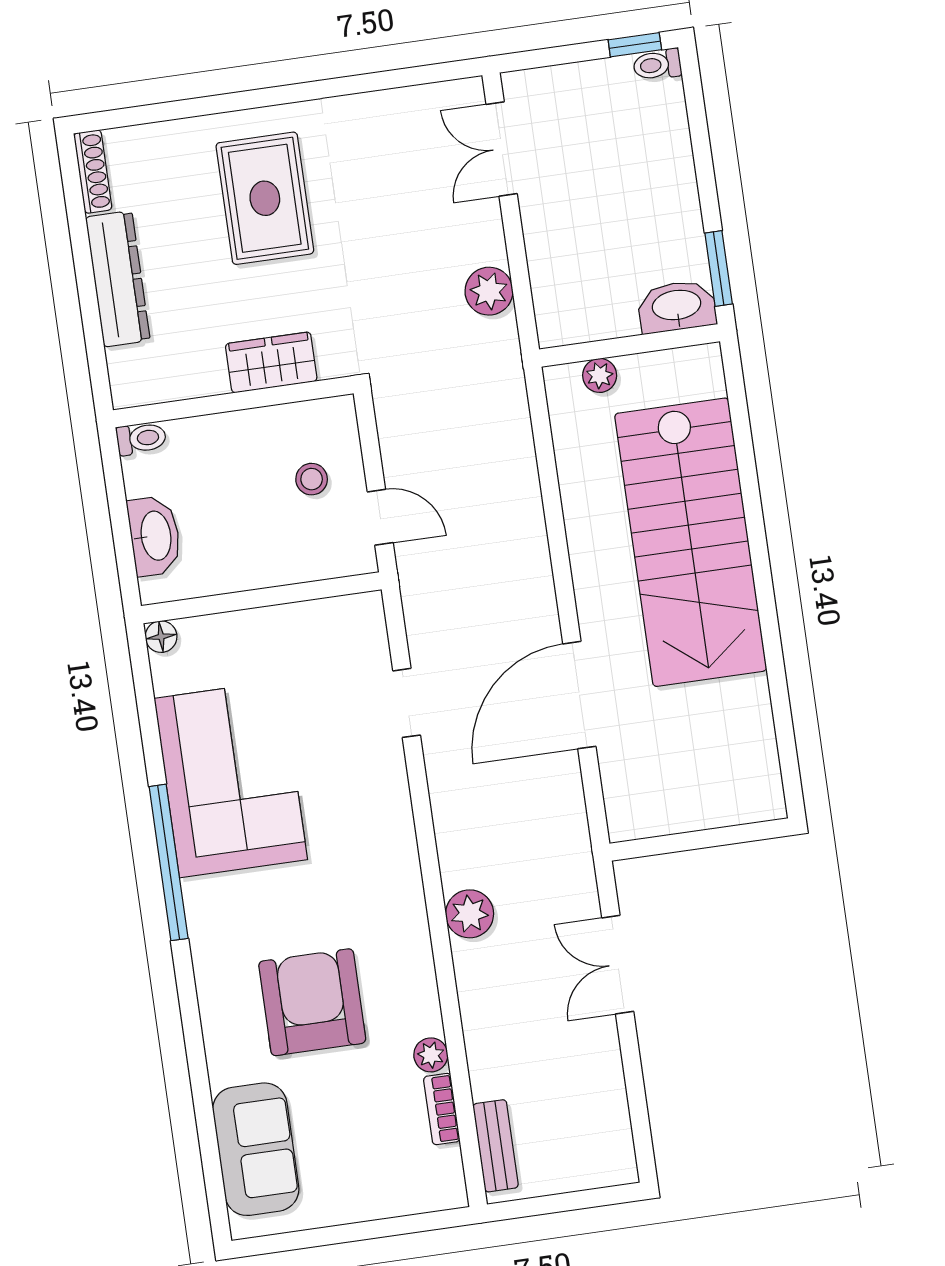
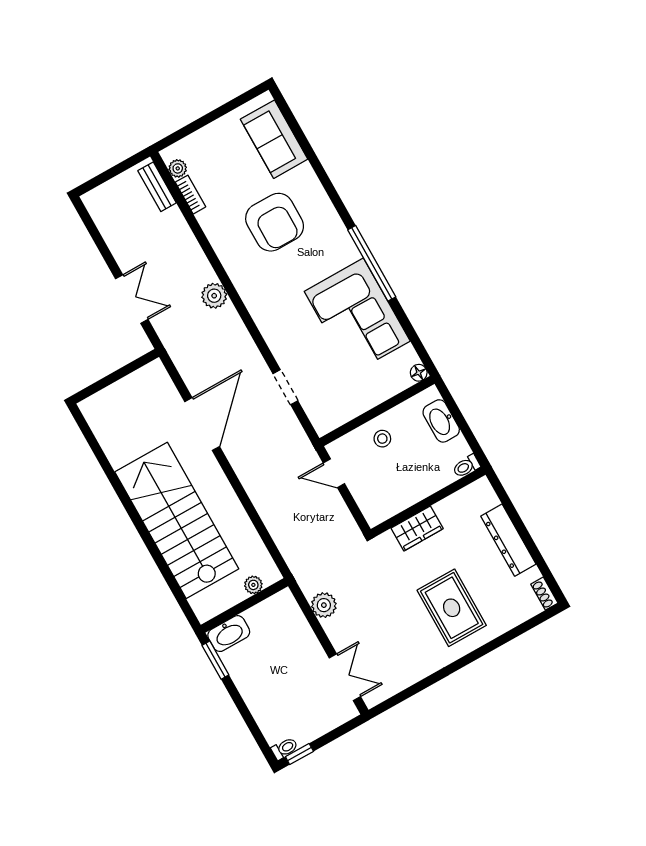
shoe rack: (93, 172) -> (544, 594), width x0.70
stool: (312, 479) -> (382, 439), moved
plant: (431, 1055) -> (178, 168), moved

